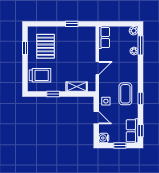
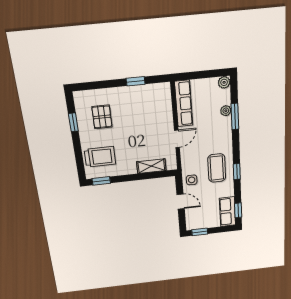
row of seats: (104, 37) -> (184, 104), width x1.48
window: (141, 45) -> (235, 116), moved
pallet: (45, 46) -> (102, 117), width x0.67, depth x0.71
window: (53, 94) -> (101, 181), moved
water cooler: (104, 138) -> (192, 224), removed
window: (120, 146) -> (200, 232), moved

